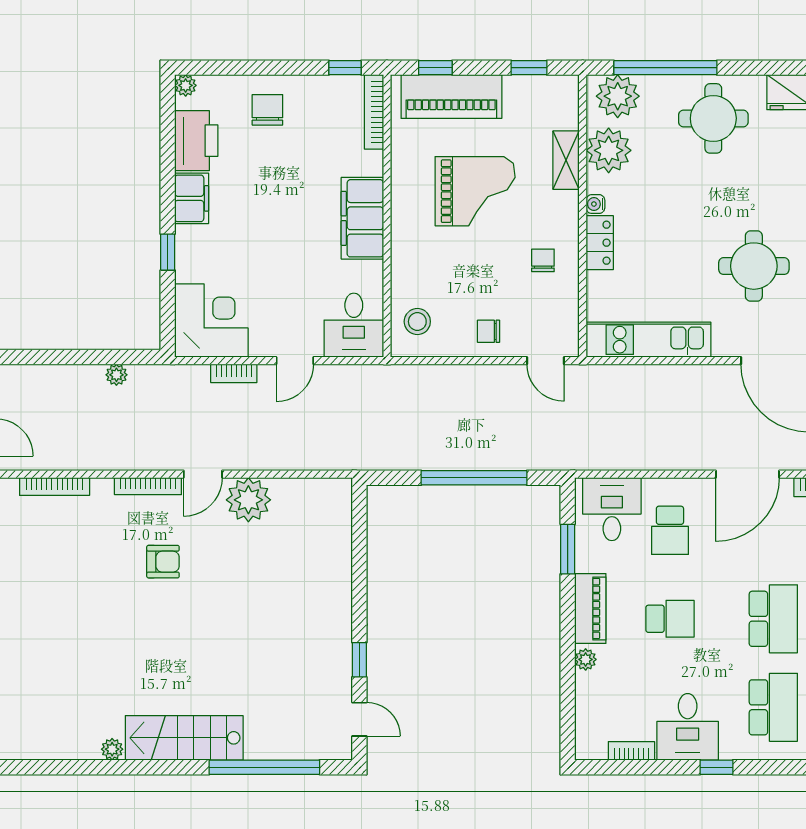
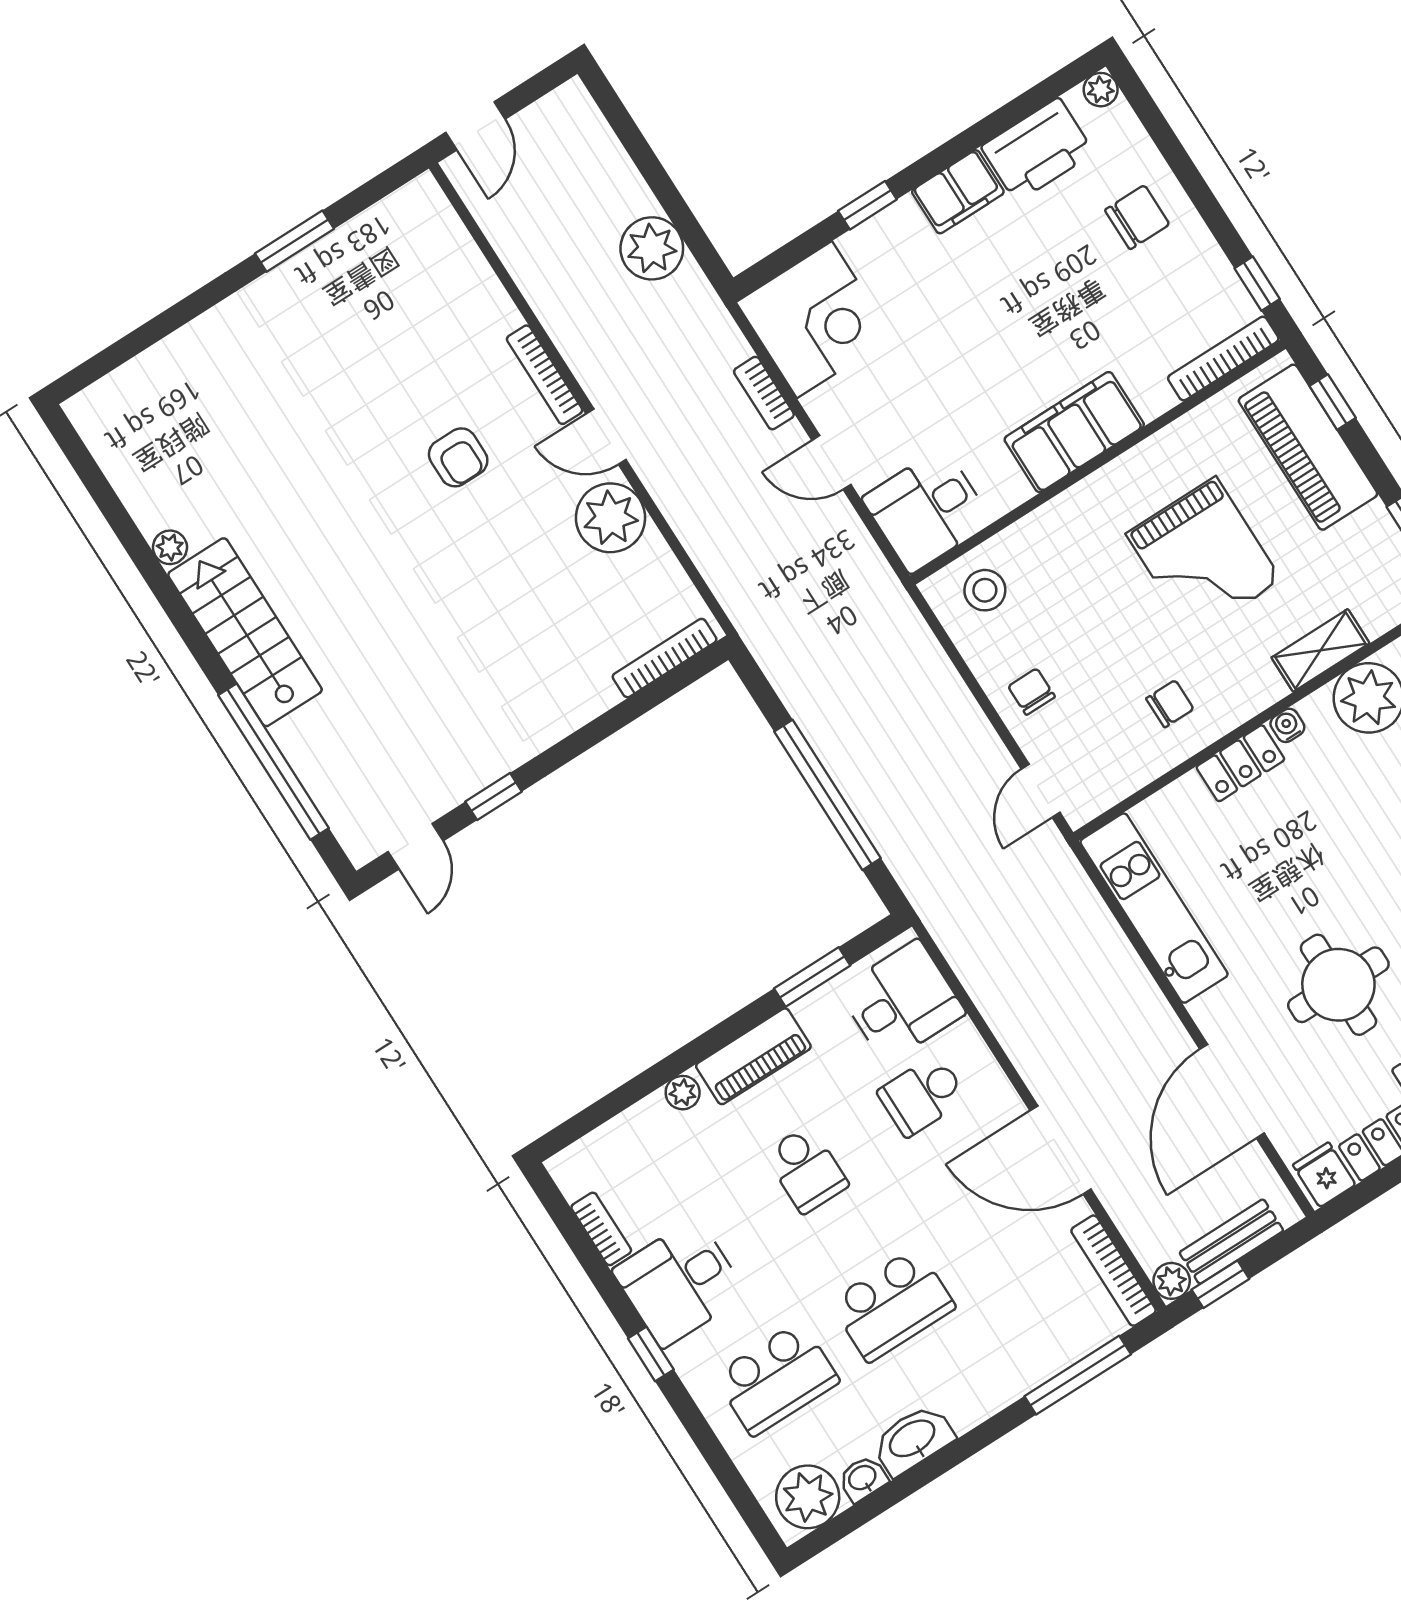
plant: (116, 375) -> (652, 248), width x1.87, depth x1.87
bookcase: (55, 486) -> (665, 658), moved, turned 90

